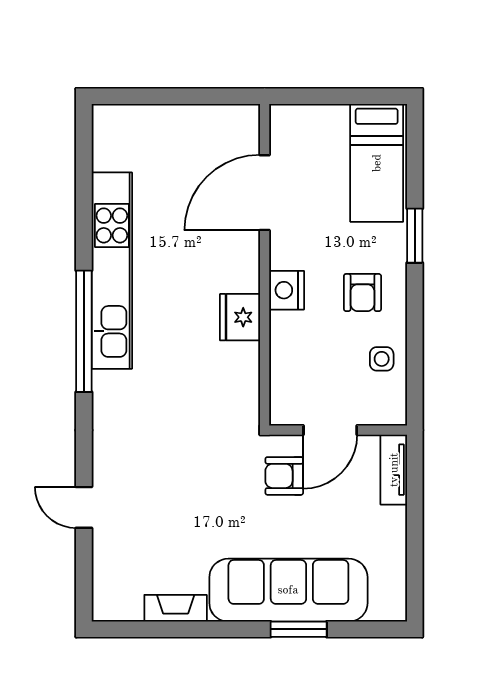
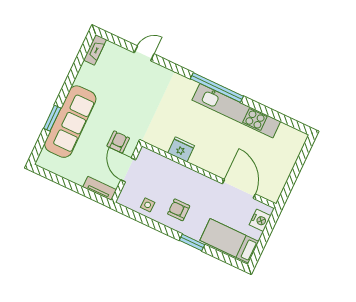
nightstand: (287, 290) -> (260, 220), moved, turned 90
fridge: (240, 317) -> (181, 149), moved
fireplace: (176, 608) -> (95, 50), moved

